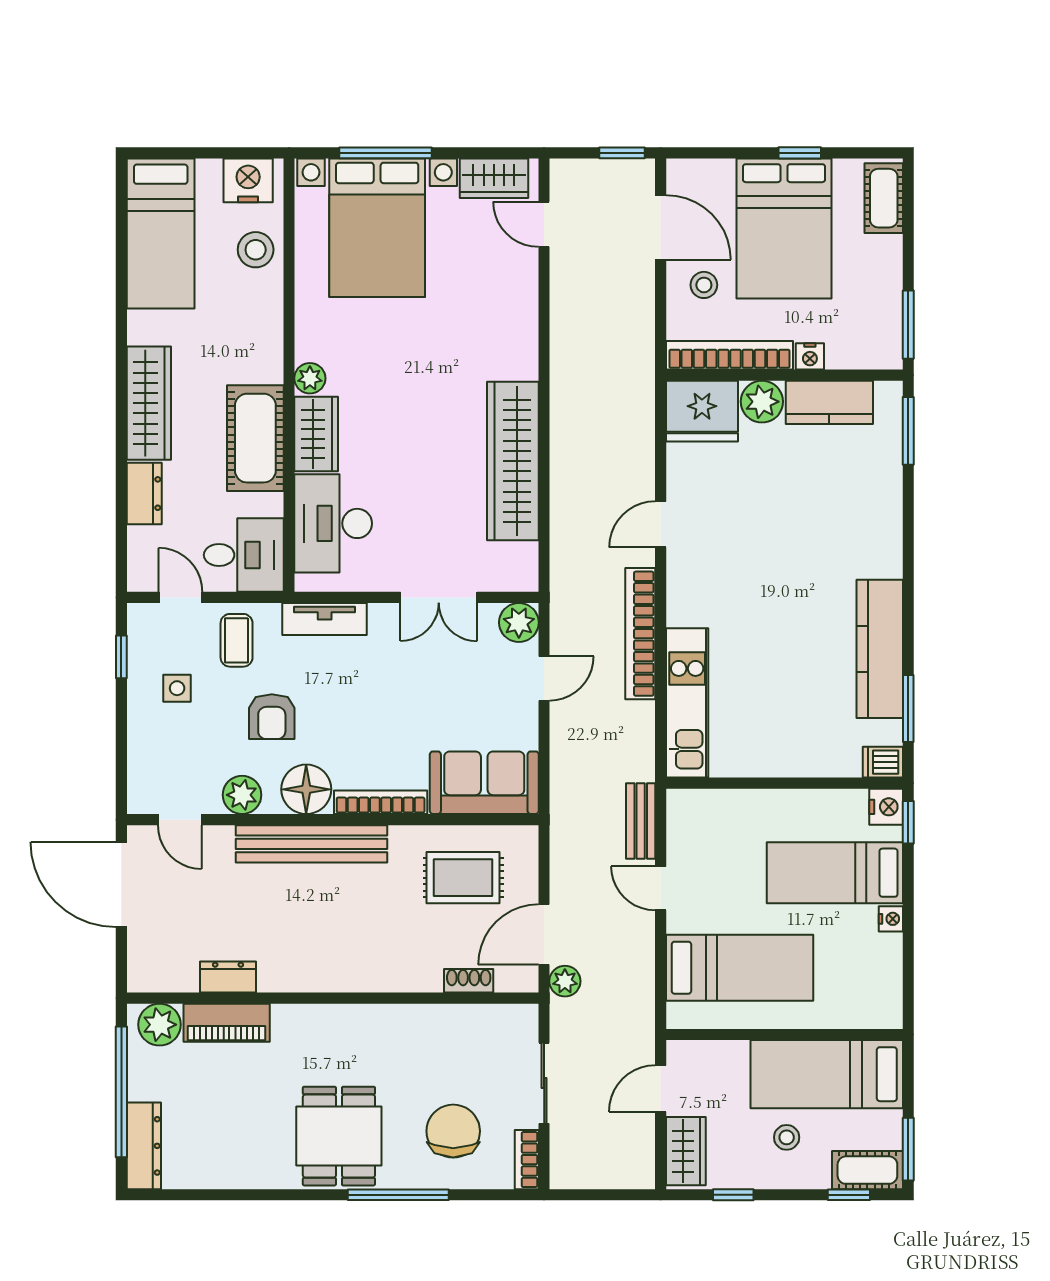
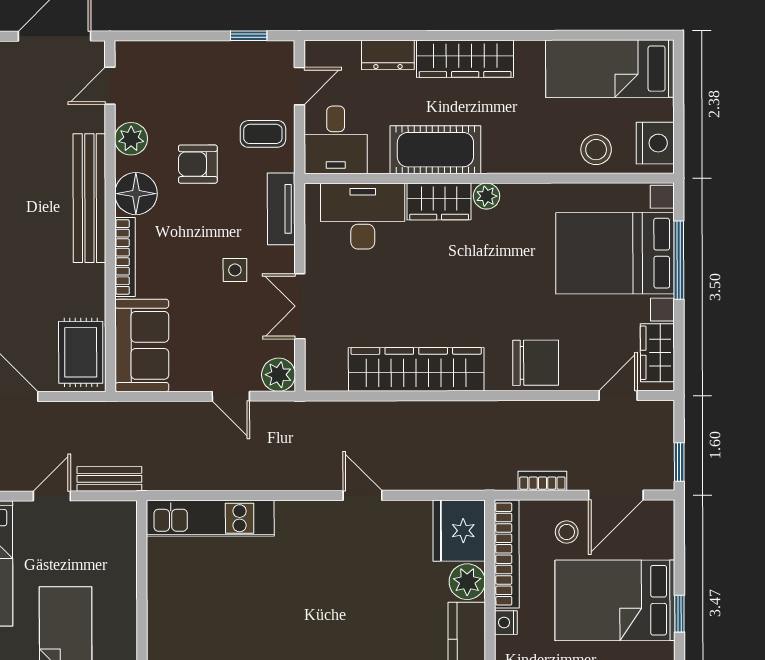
chair: (505, 321) -> (536, 363), added
bookcase: (640, 634) -> (542, 481), moved, width x0.43, depth x0.76
side table: (177, 688) -> (235, 270), moved
rug: (463, 878) -> (81, 352), moved

